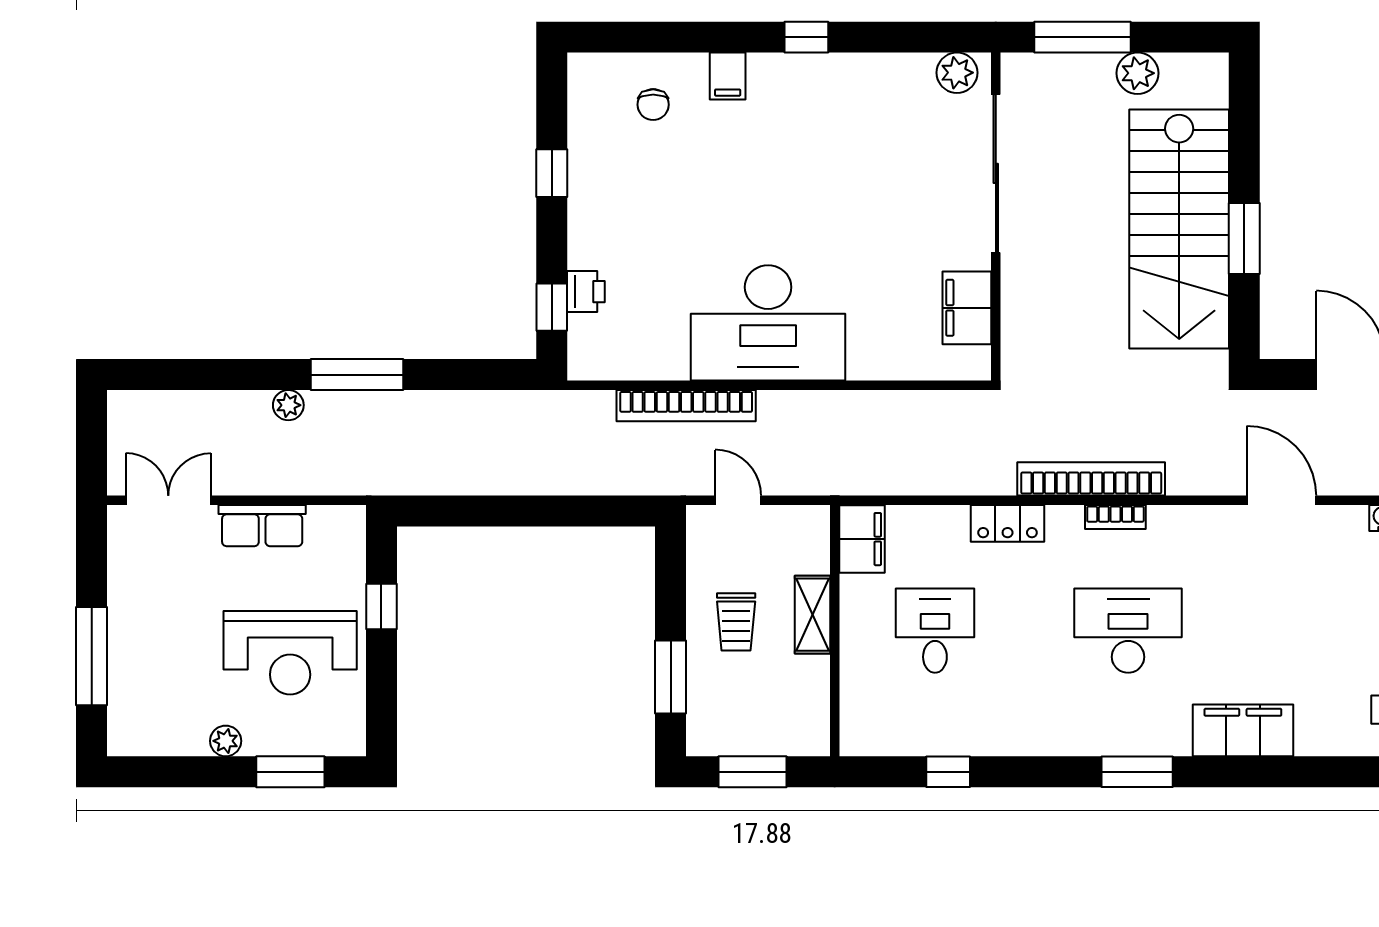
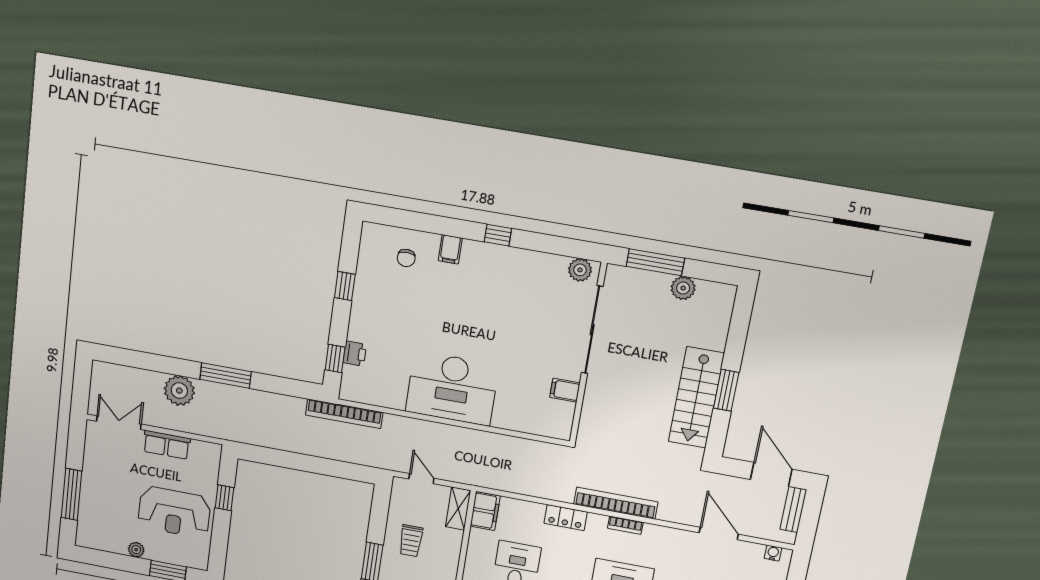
stairs: (1179, 229) -> (696, 398), width x0.73, depth x0.66
filing cabinet: (967, 308) -> (565, 390), width x0.50
plant: (288, 405) -> (179, 391), width x1.88, depth x1.88
bookcase: (686, 406) -> (344, 414), moved
shelving: (813, 615) -> (458, 509), moved

